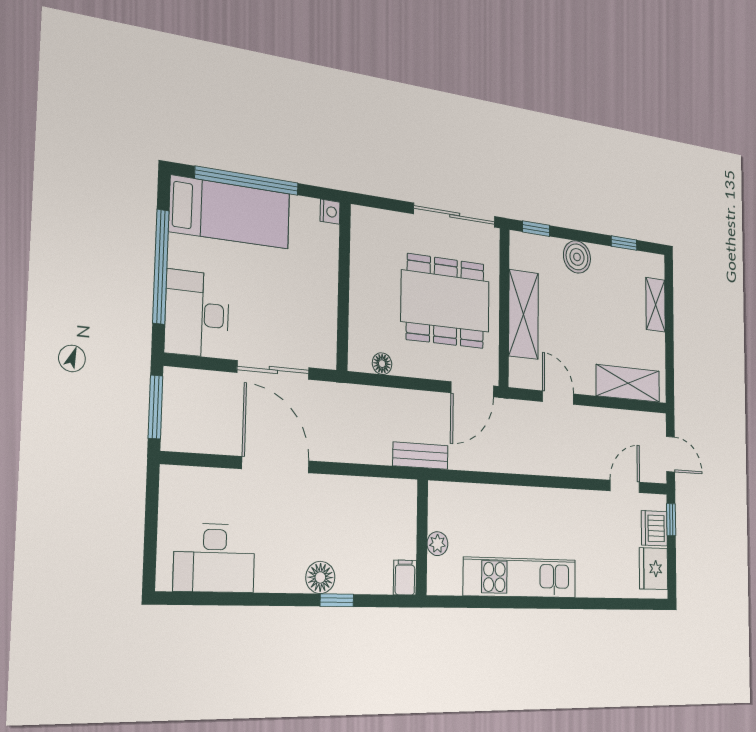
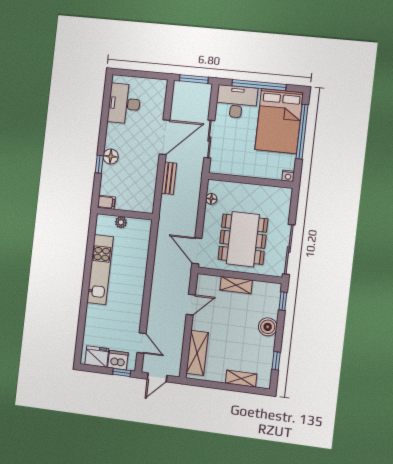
bed: (230, 212) -> (279, 121), width x1.50
shelving: (524, 314) -> (236, 285), width x0.67, depth x0.75
bench: (420, 456) -> (169, 178), moved

